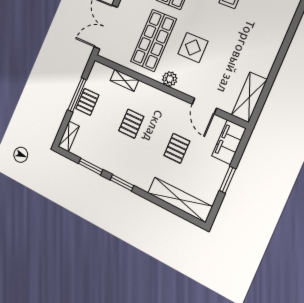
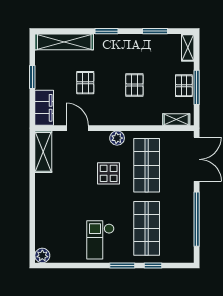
shelving: (124, 80) -> (176, 120), moved
window: (122, 183) -> (106, 31), moved

